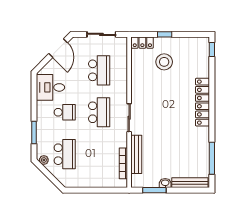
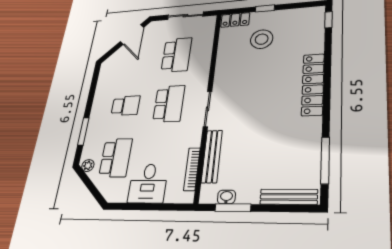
desk: (50, 87) -> (148, 183), moved, turned -90
washbasin: (165, 183) -> (226, 197), moved

